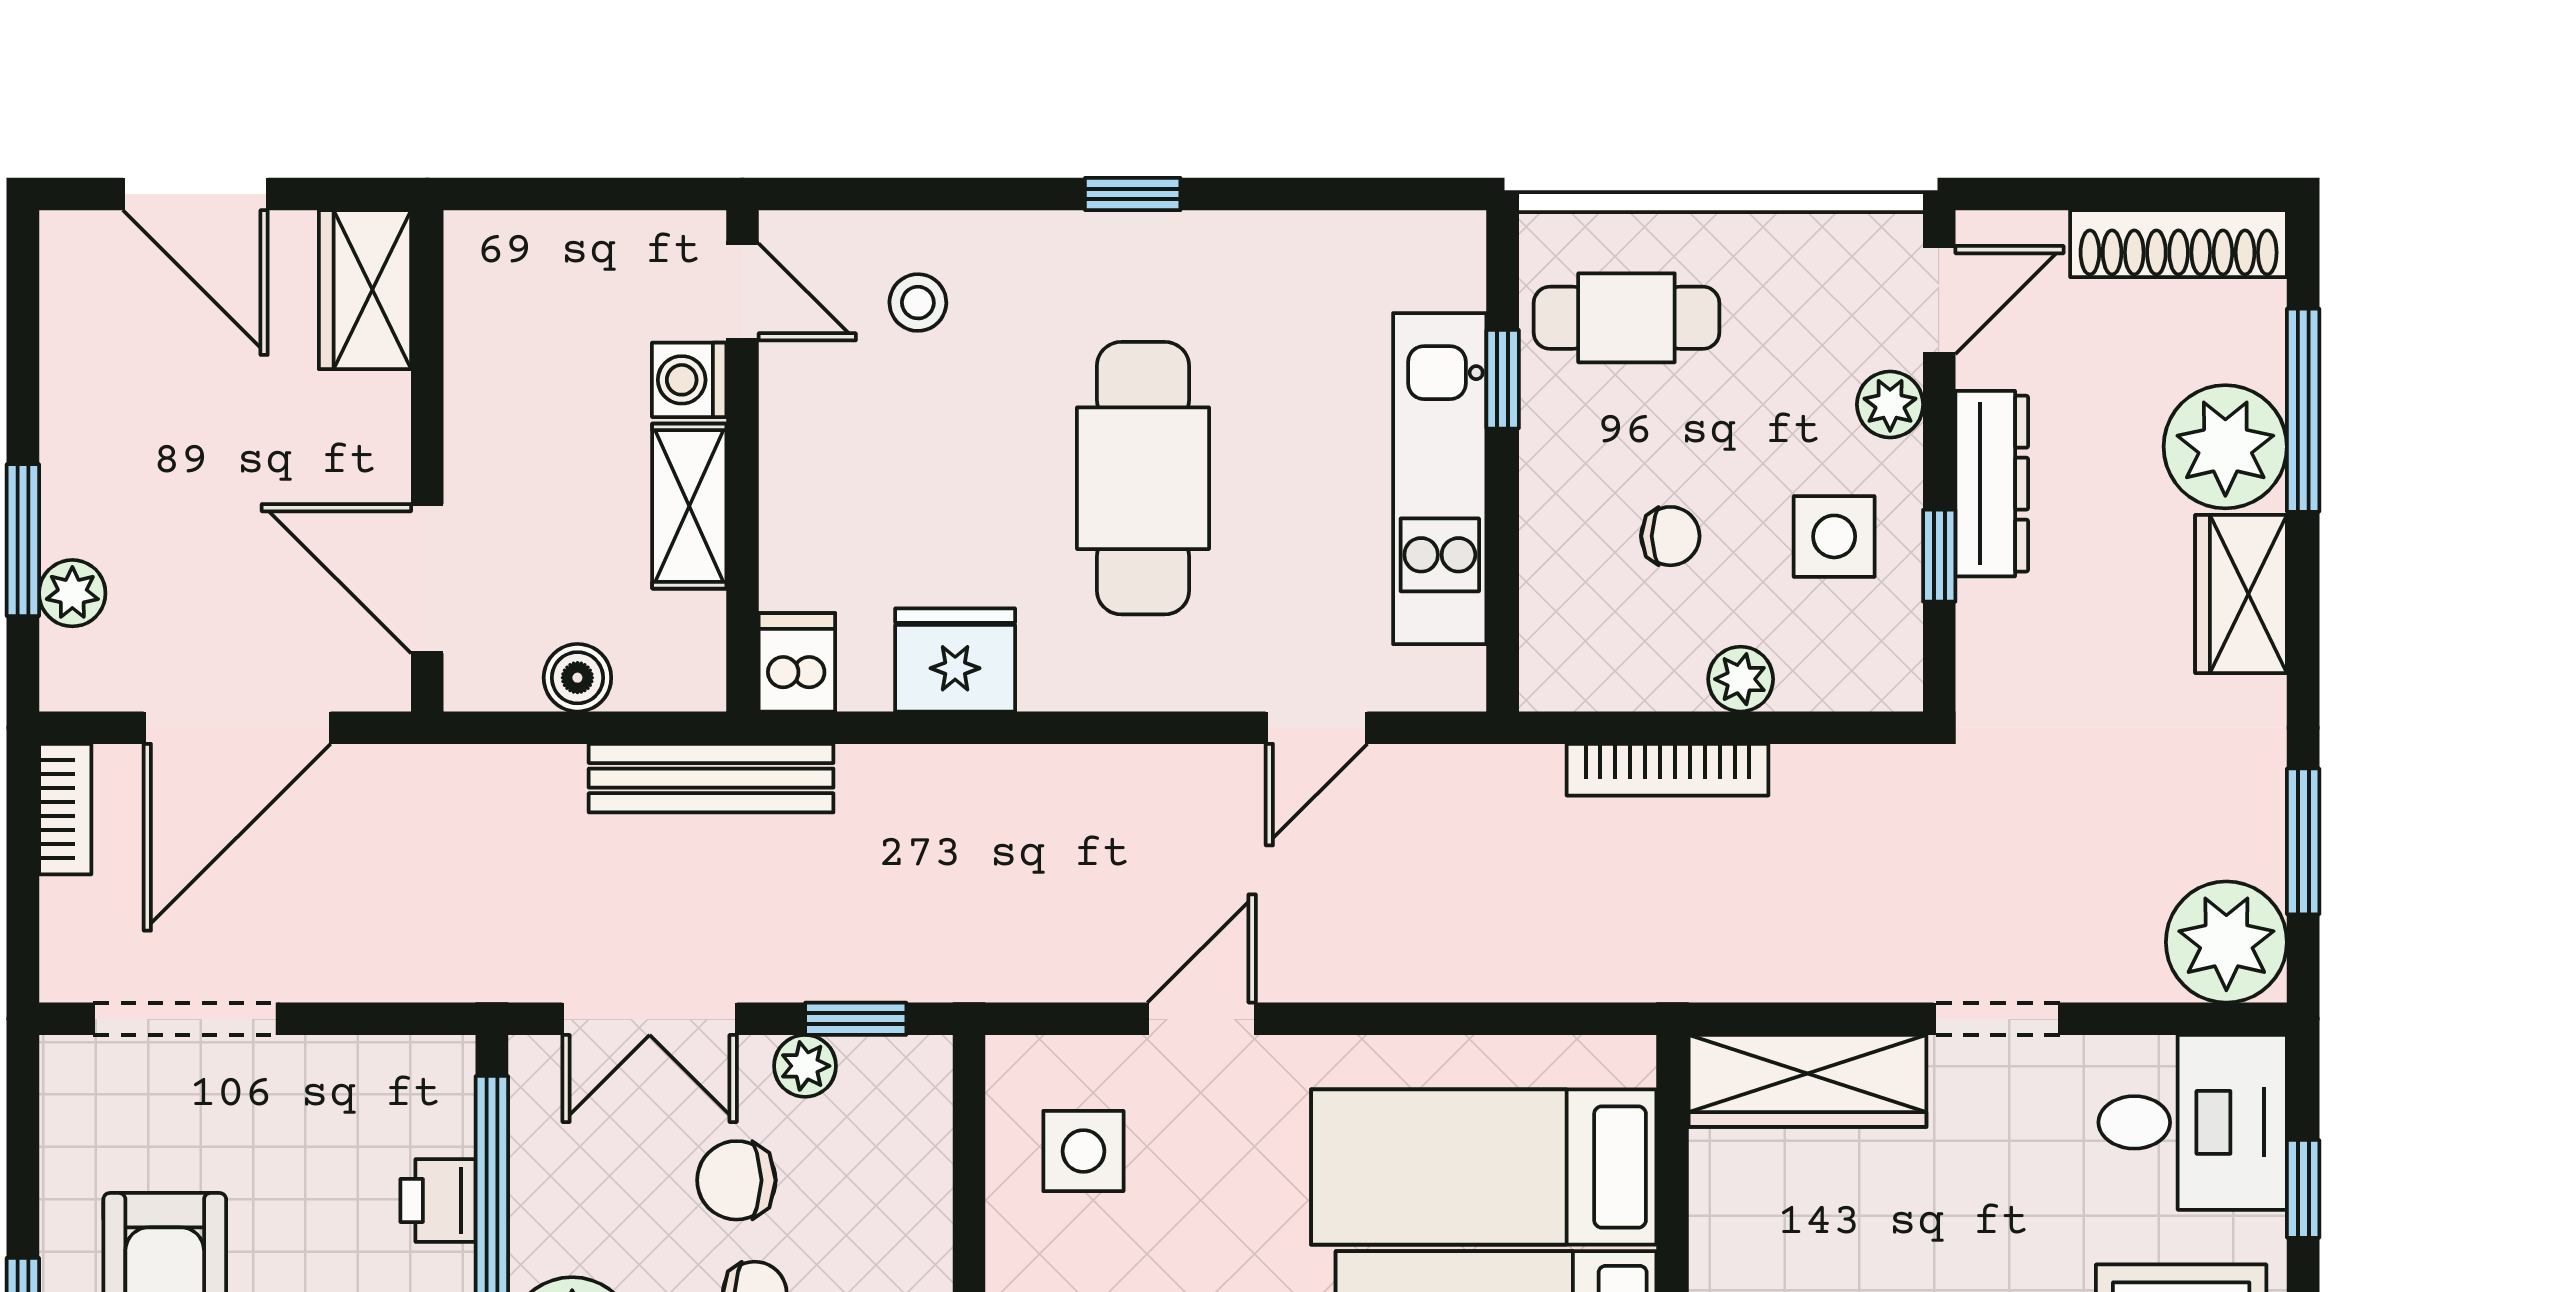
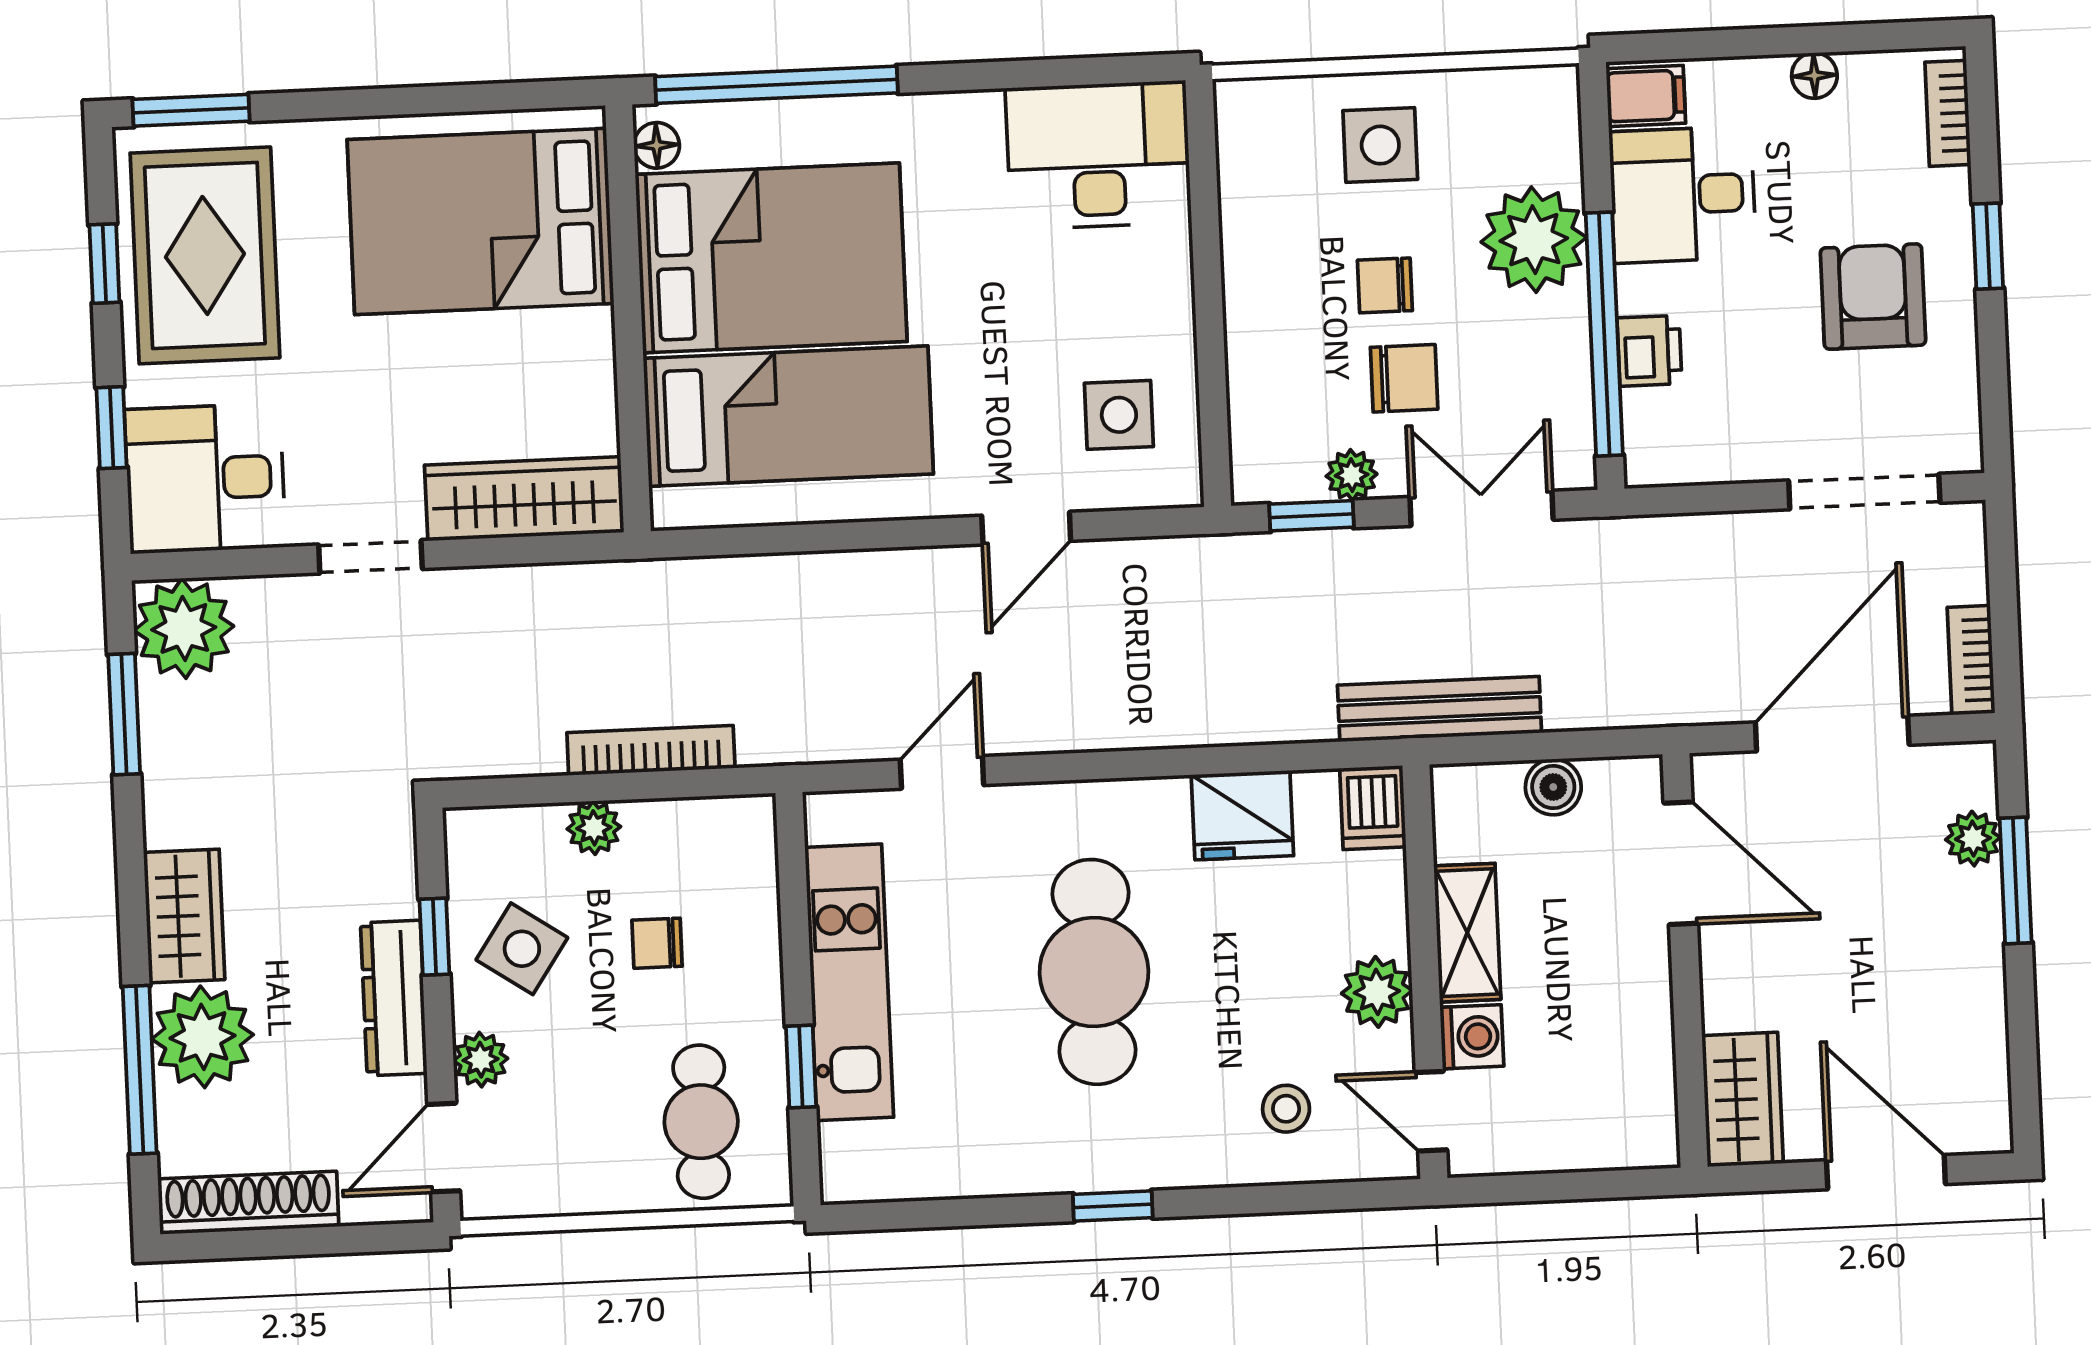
cafe table: (1626, 318) -> (701, 1122), turned 90
plant: (802, 439) -> (1377, 992), added
side table: (1834, 536) -> (522, 949), turned 34

